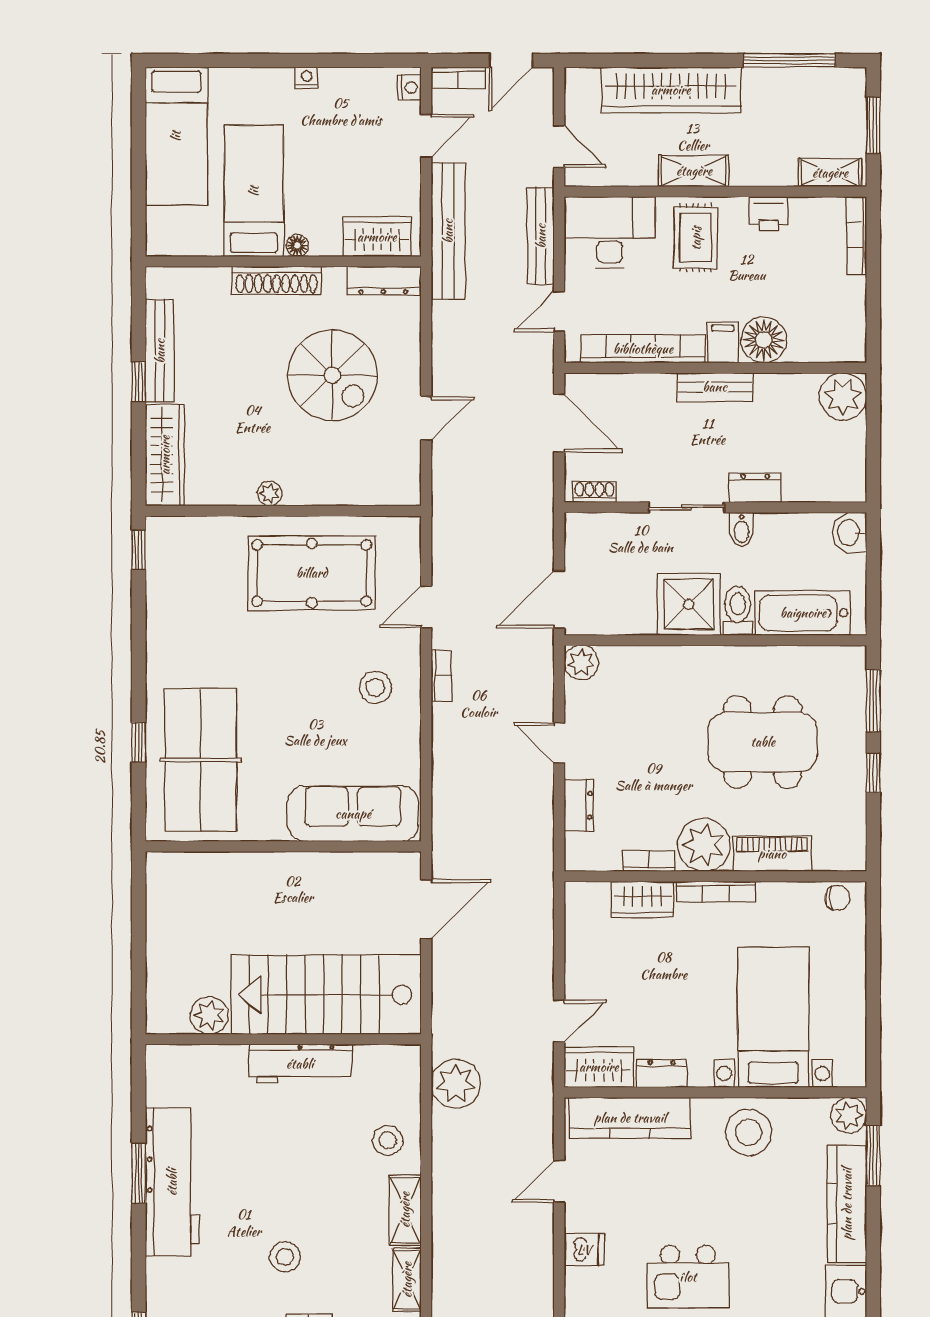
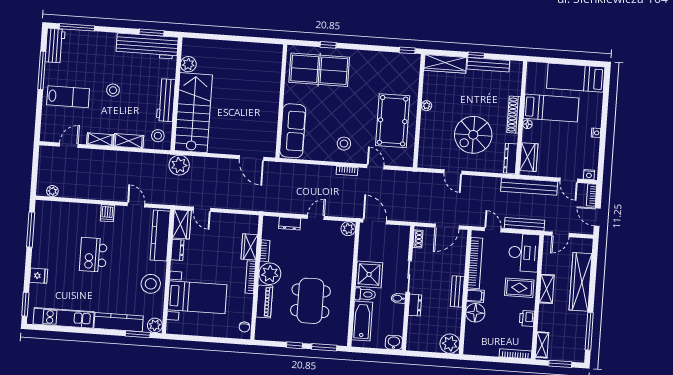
stairs: (326, 995) -> (193, 113), moved
plant: (209, 1015) -> (188, 64), moved
wall: (283, 1039) -> (176, 94), moved
workbench: (300, 1064) -> (166, 100), moved

